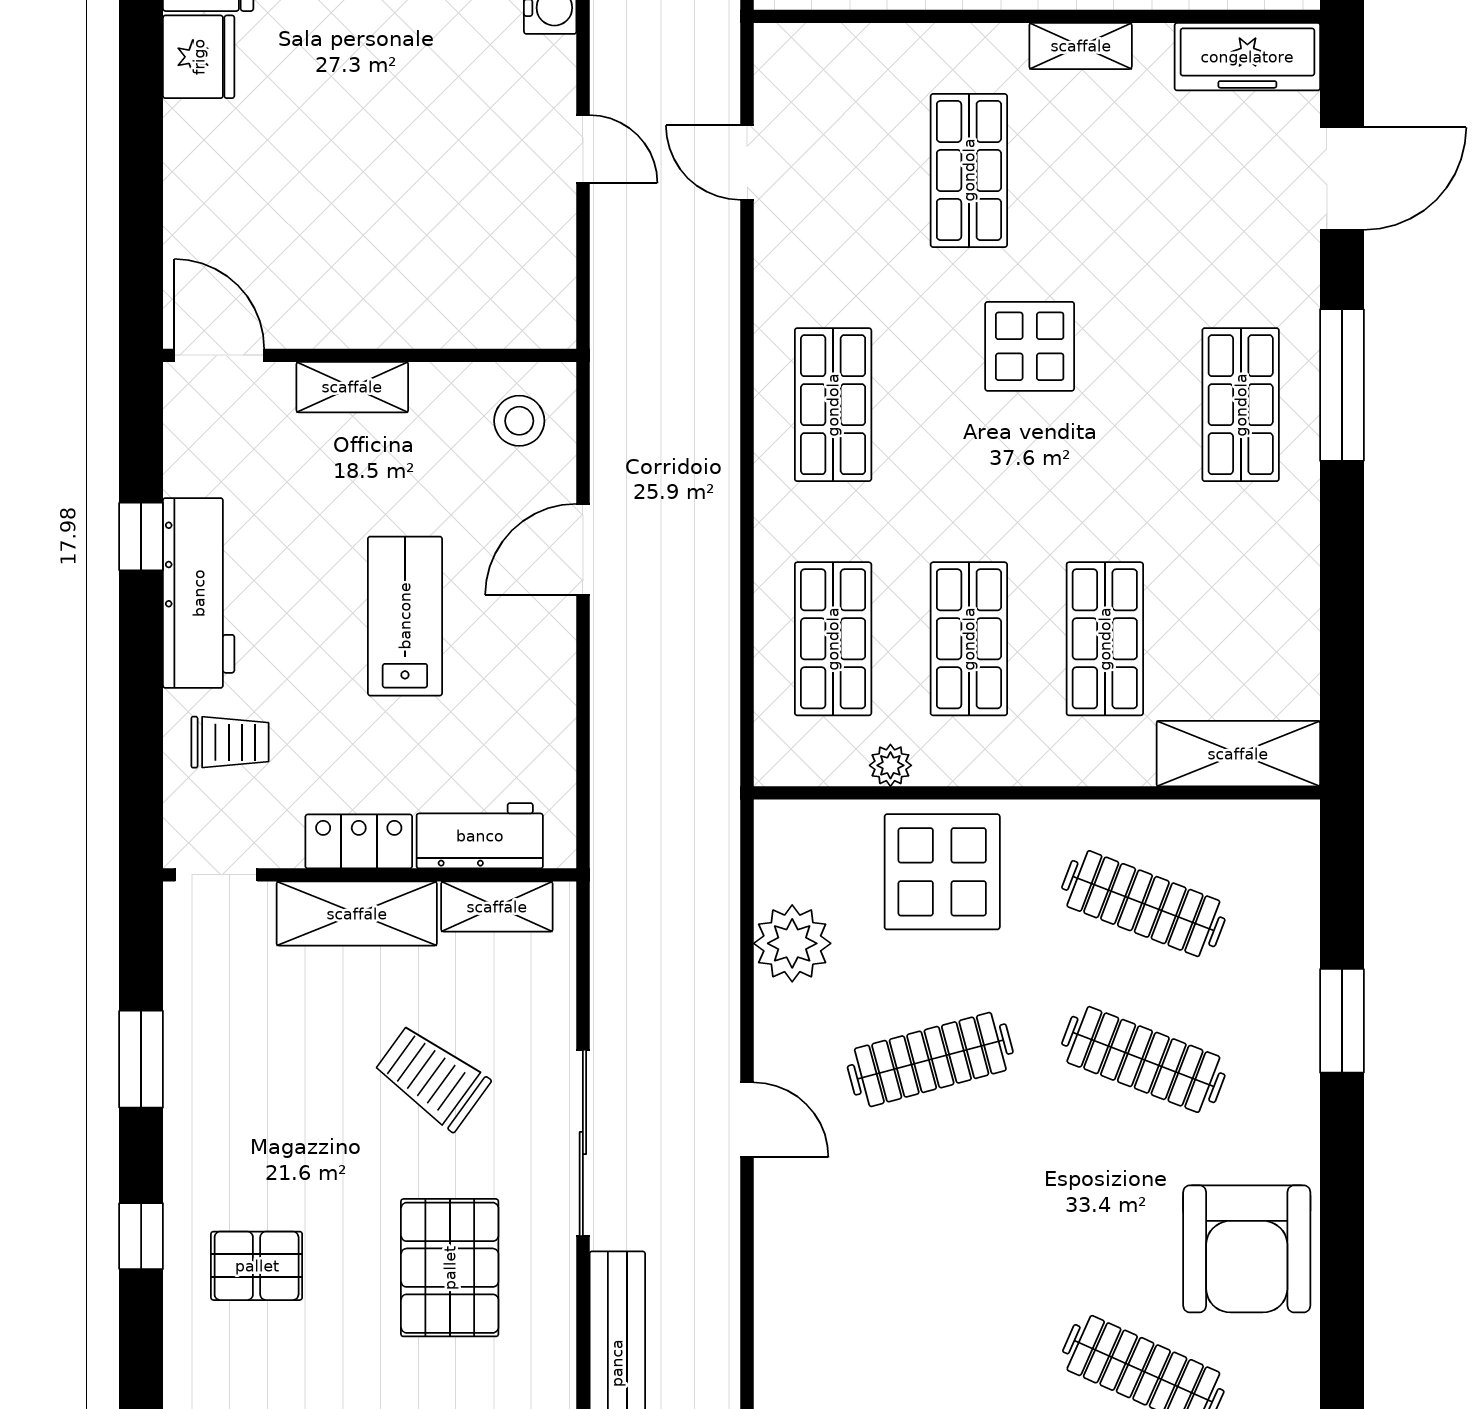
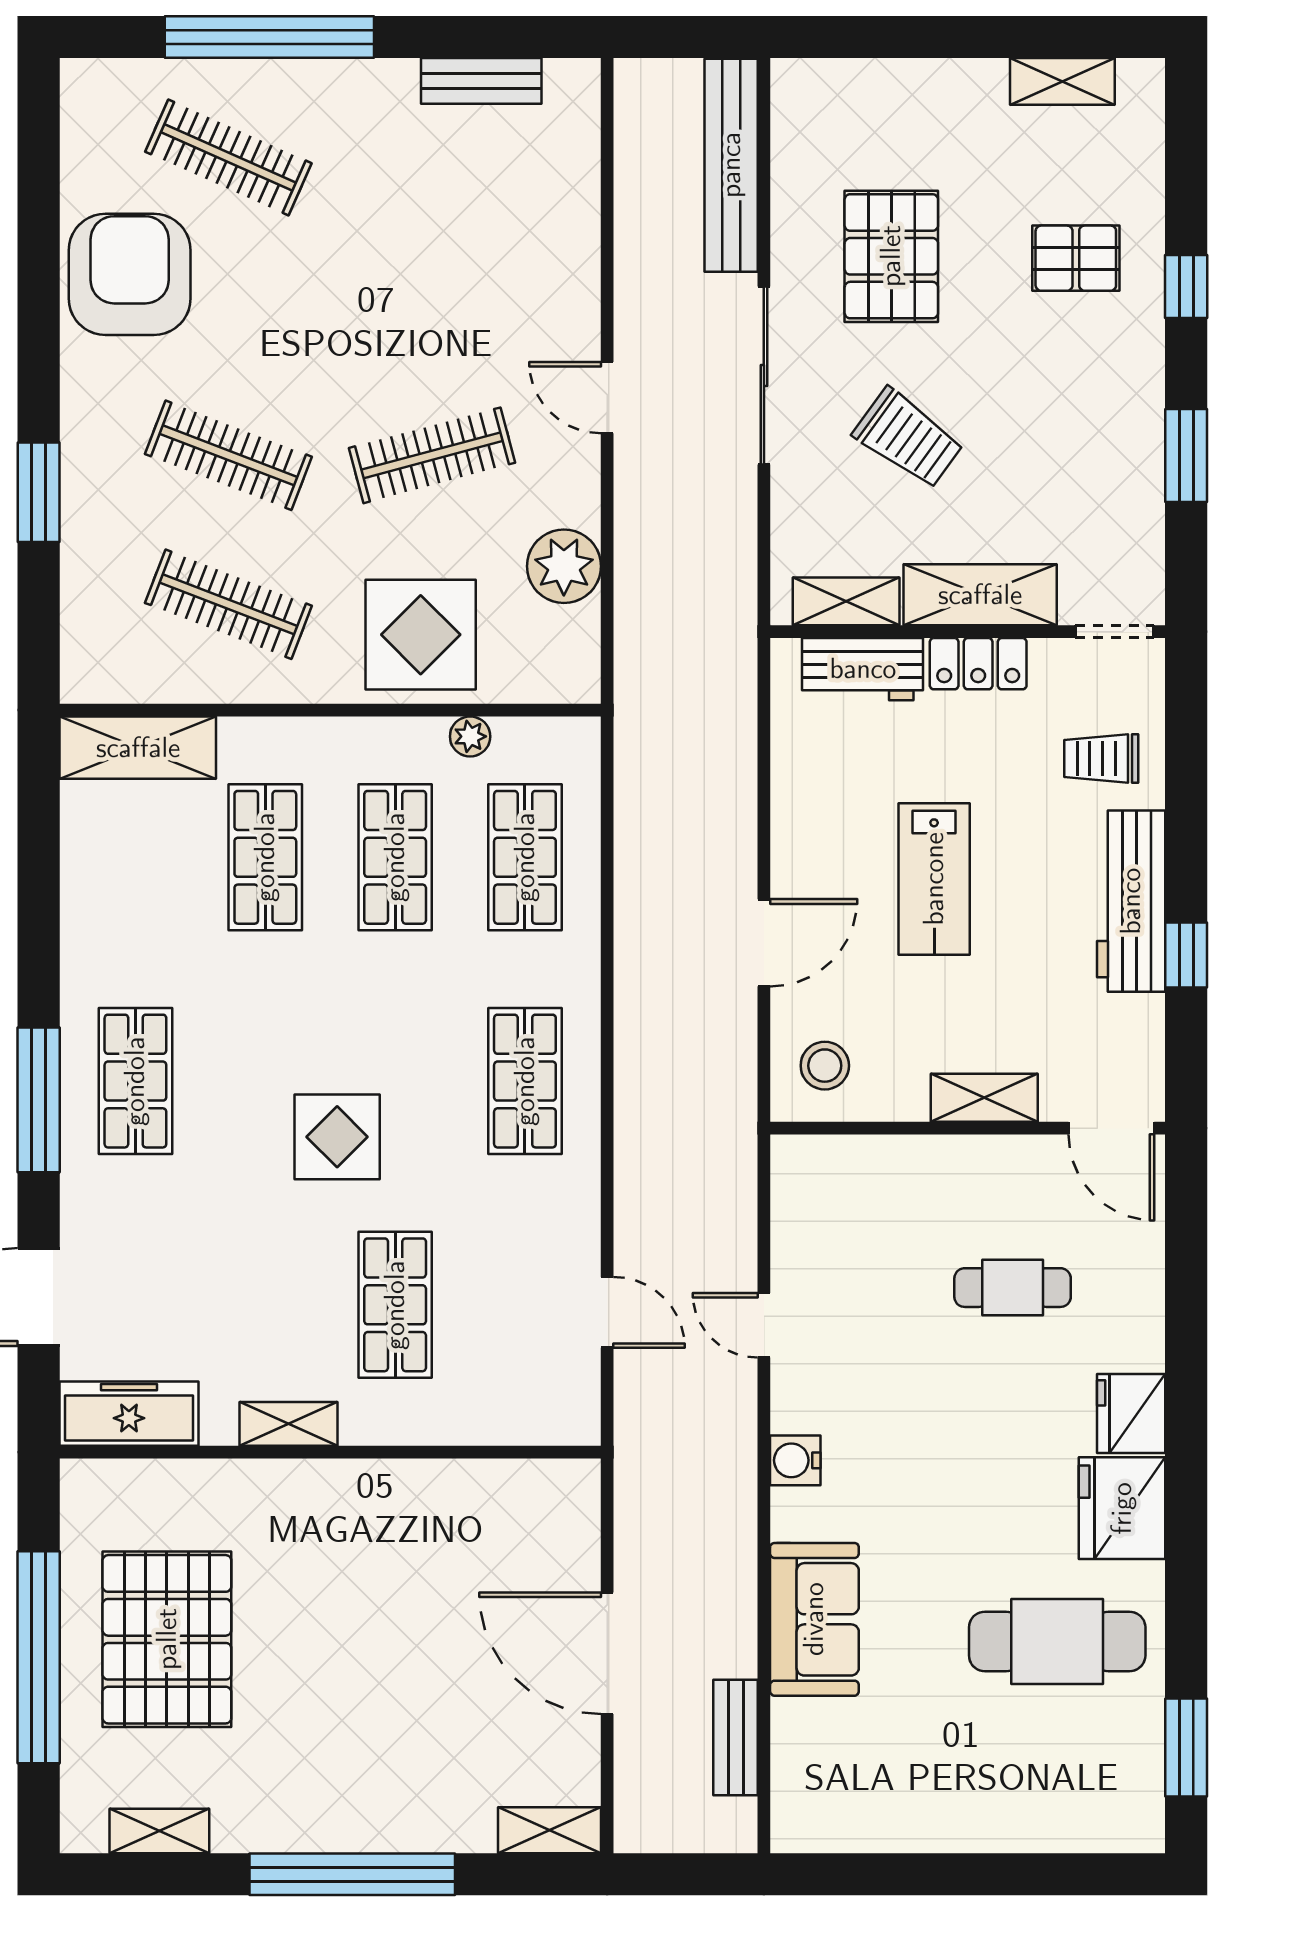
cafe table: (323, 189) -> (1013, 1288), added

